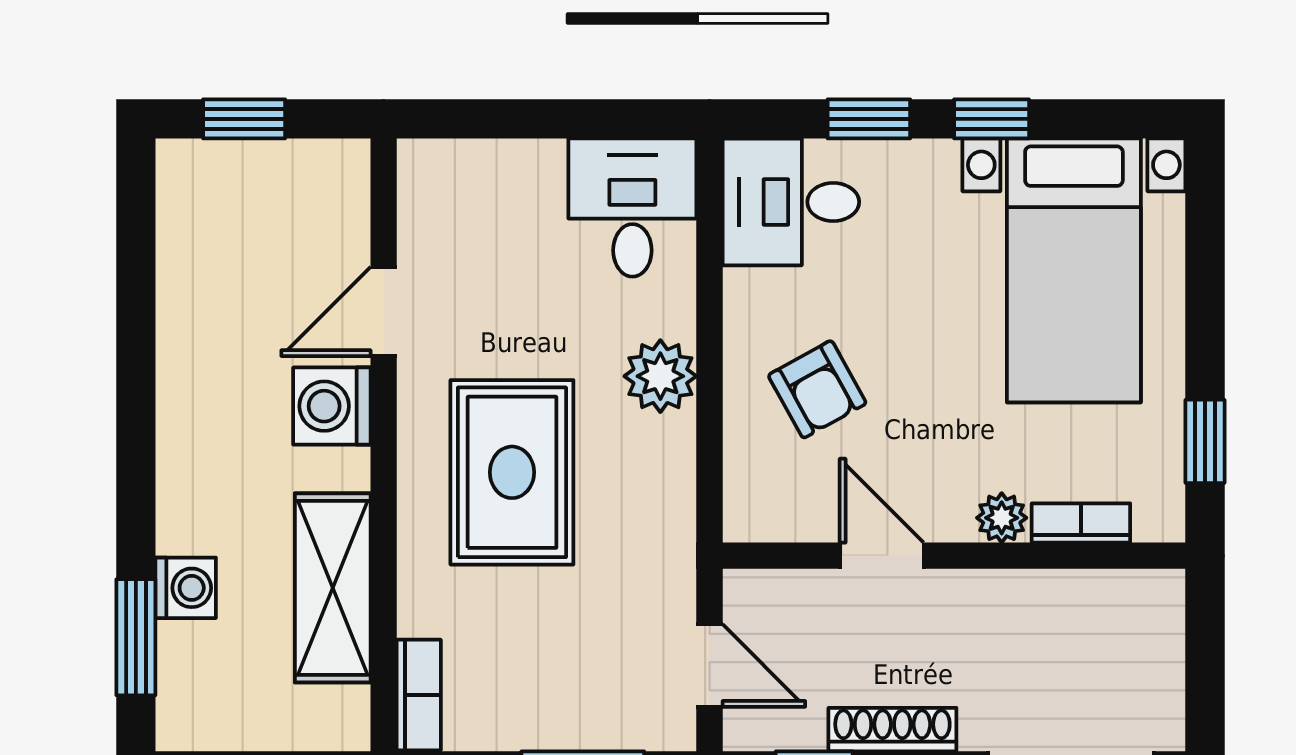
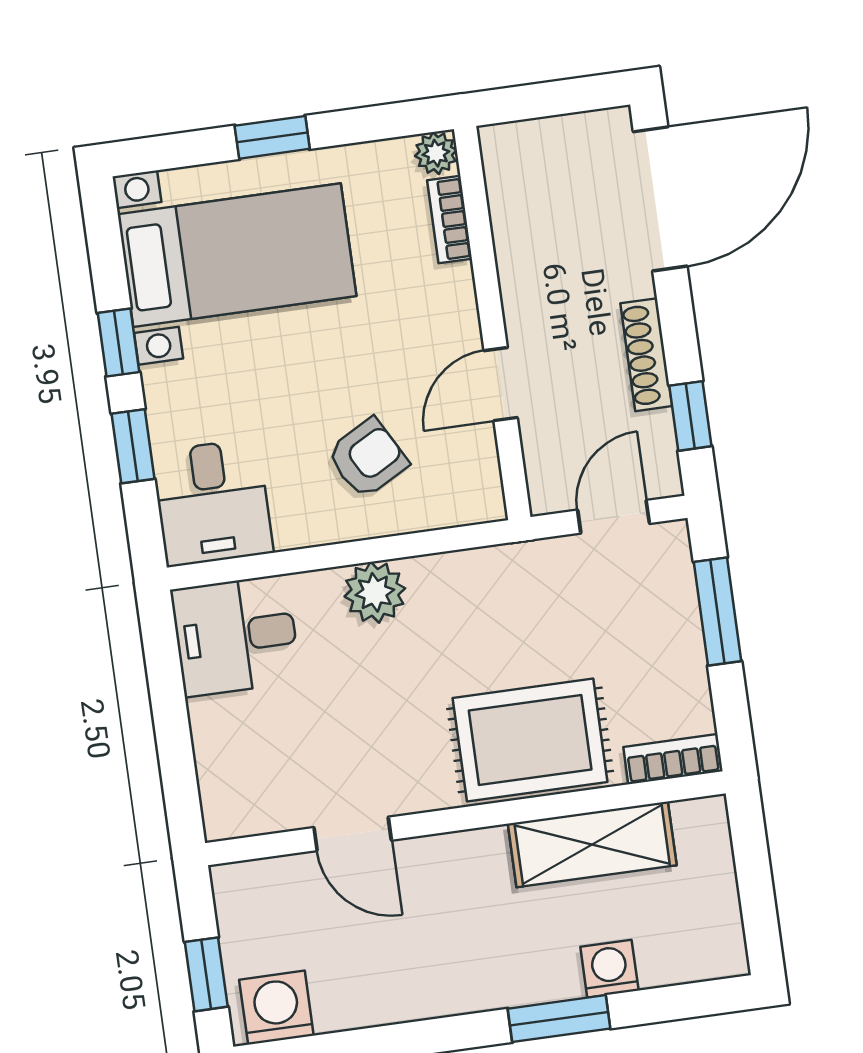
washing machine: (332, 406) -> (276, 1008), moved, turned 180
window: (1205, 441) -> (272, 137), moved
rug: (512, 472) -> (530, 740), moved
plant: (1002, 518) -> (436, 153), moved
window: (136, 637) -> (559, 1019), moved

